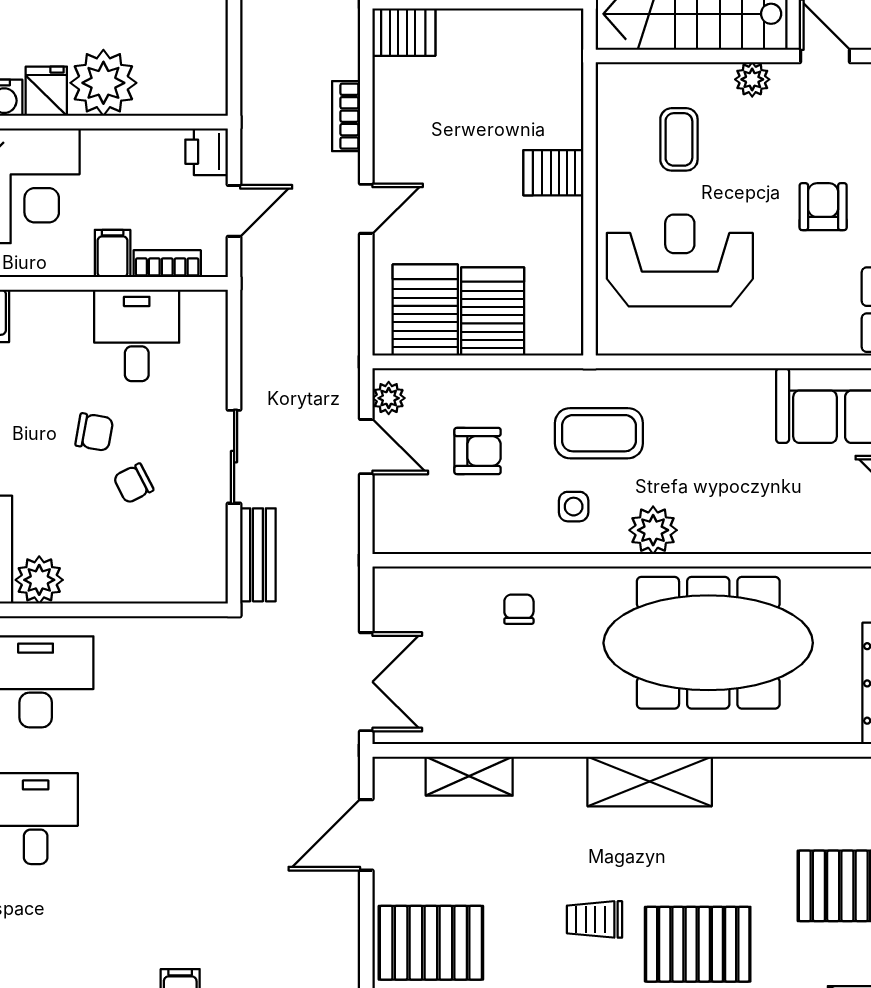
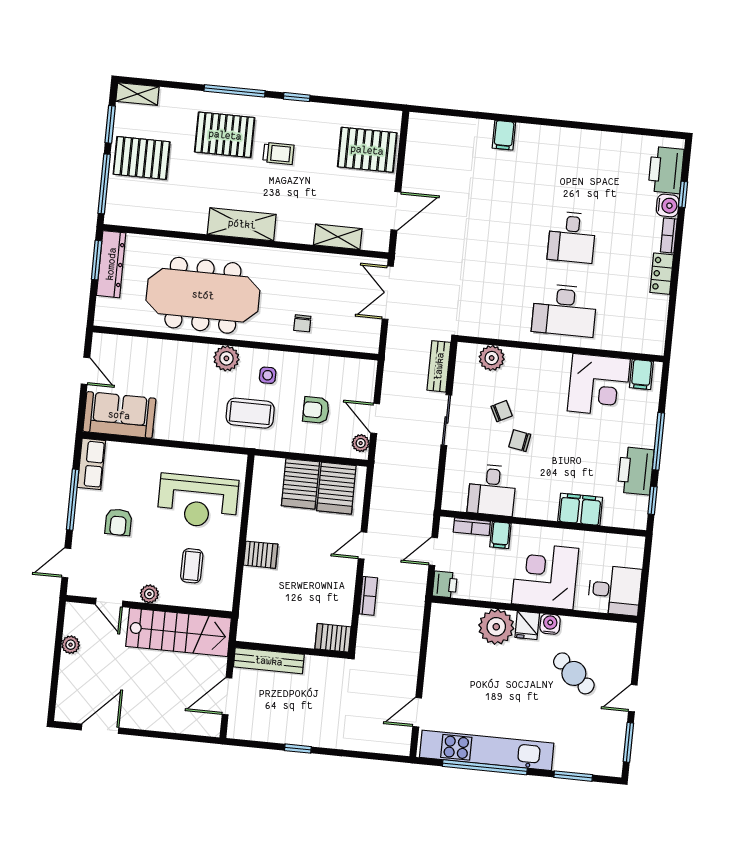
plant: (39, 580) -> (492, 358), moved

